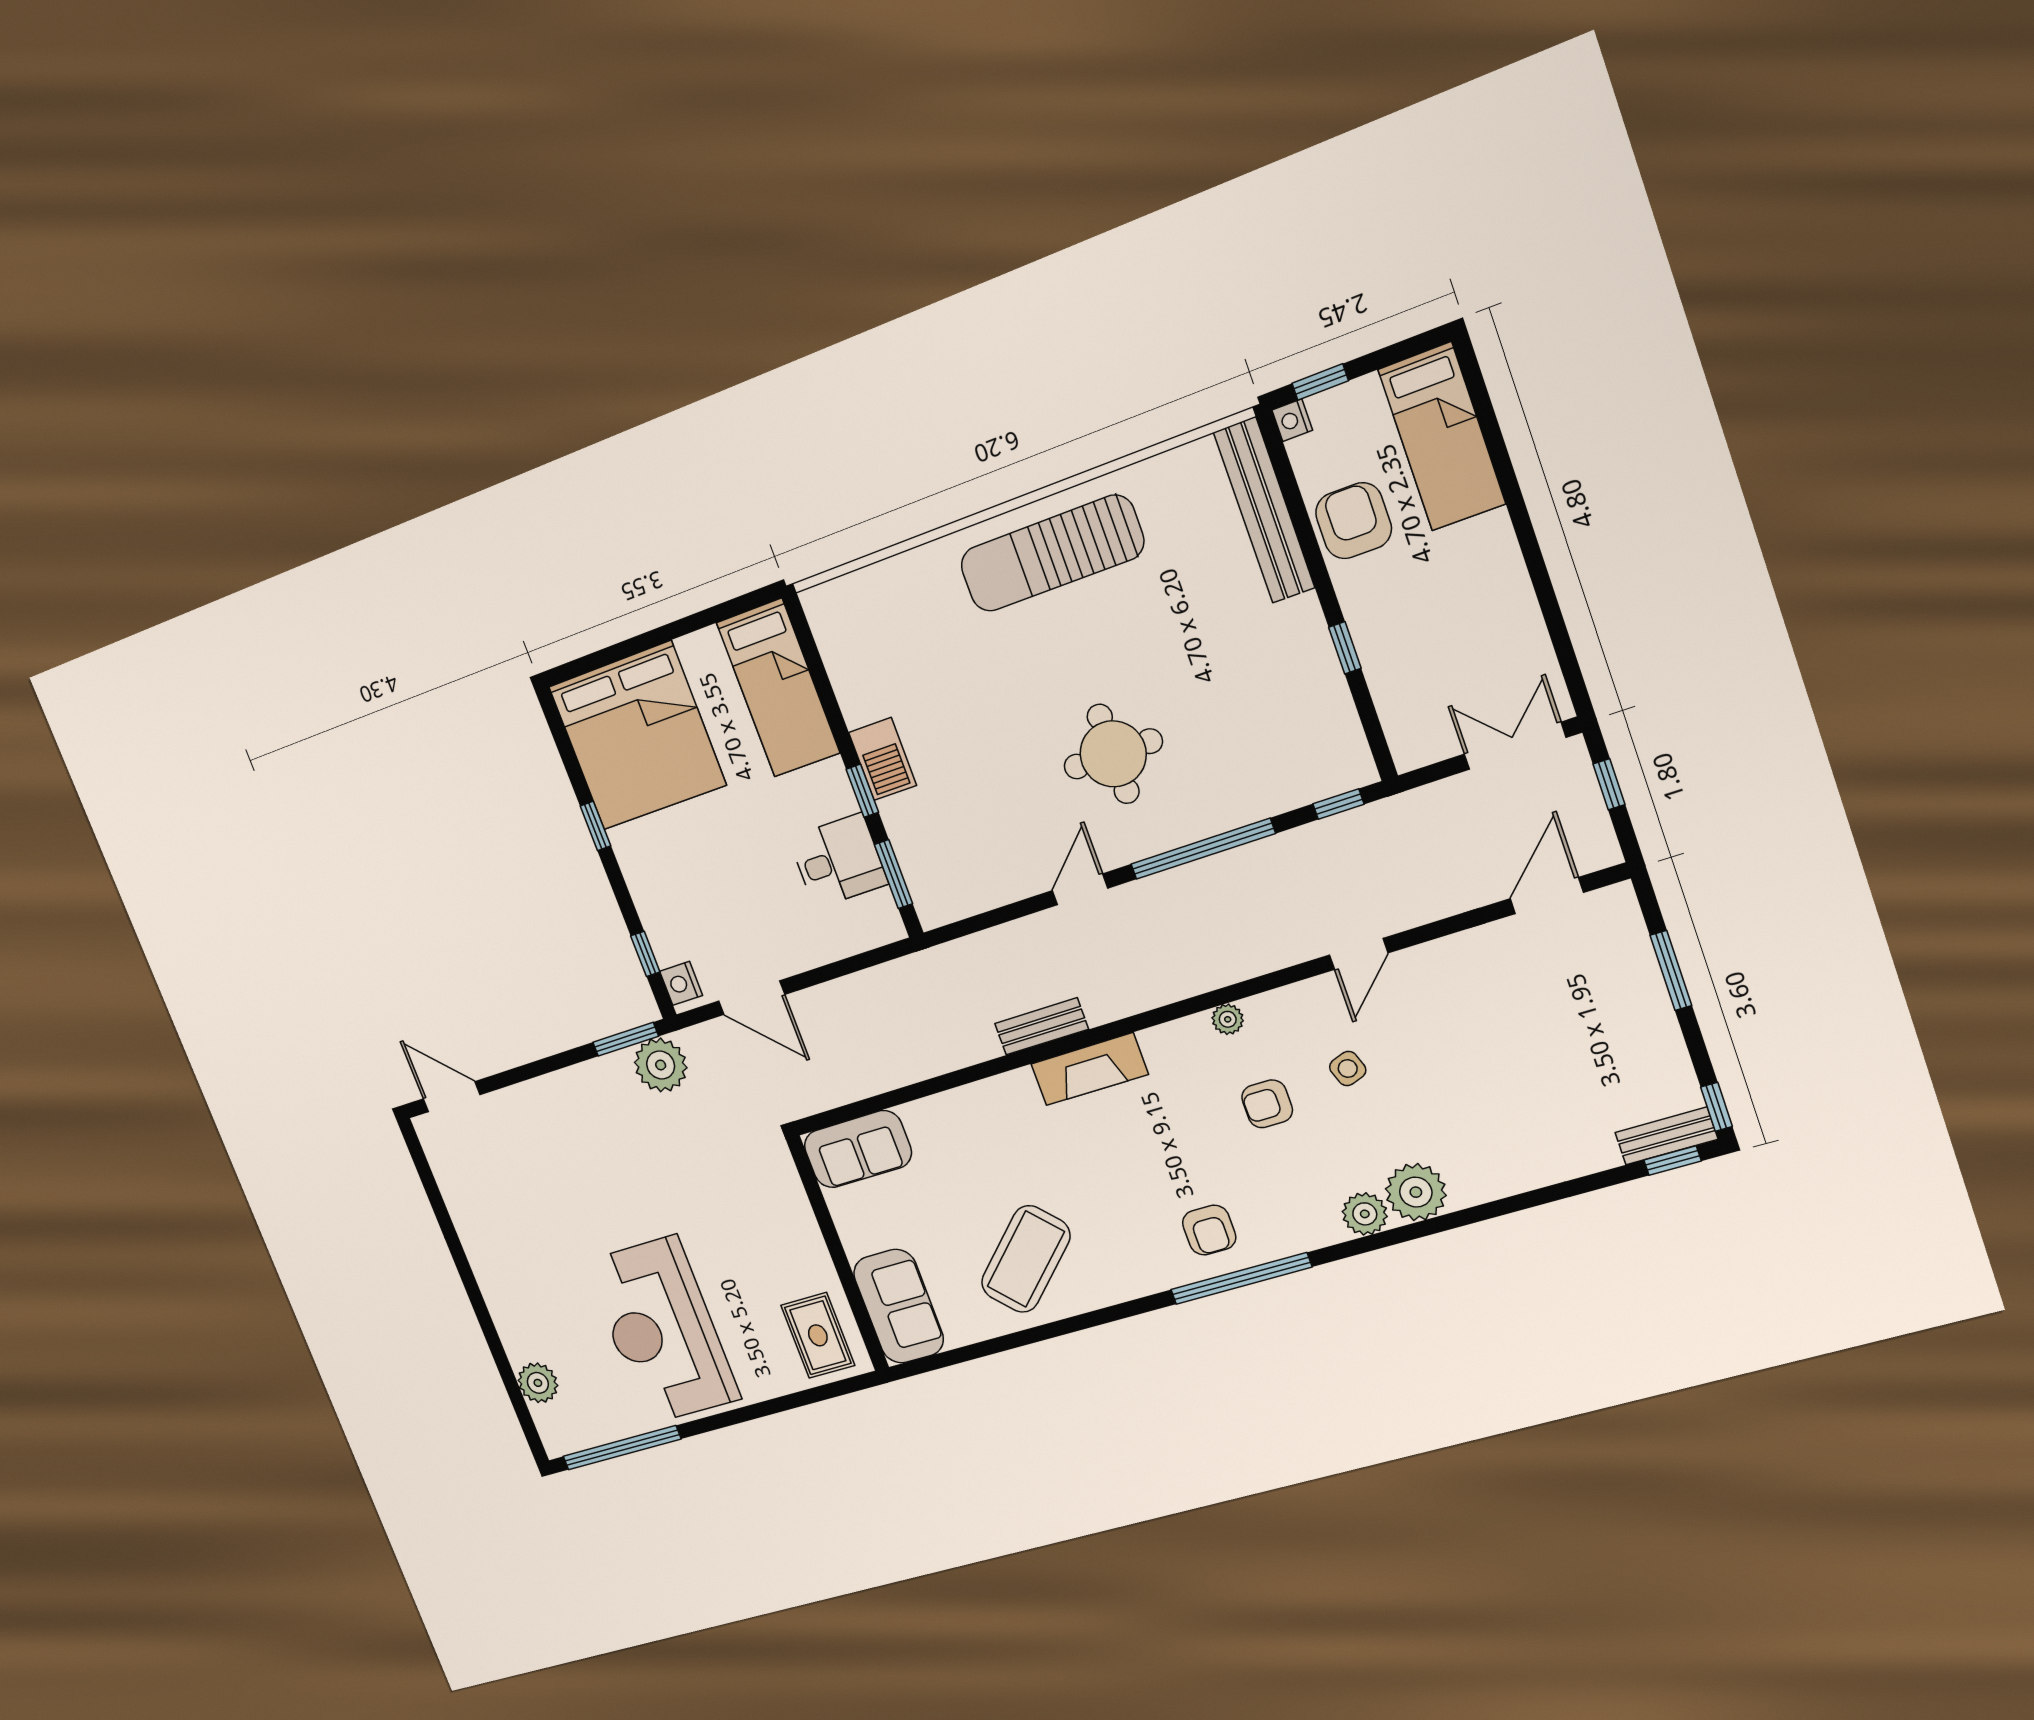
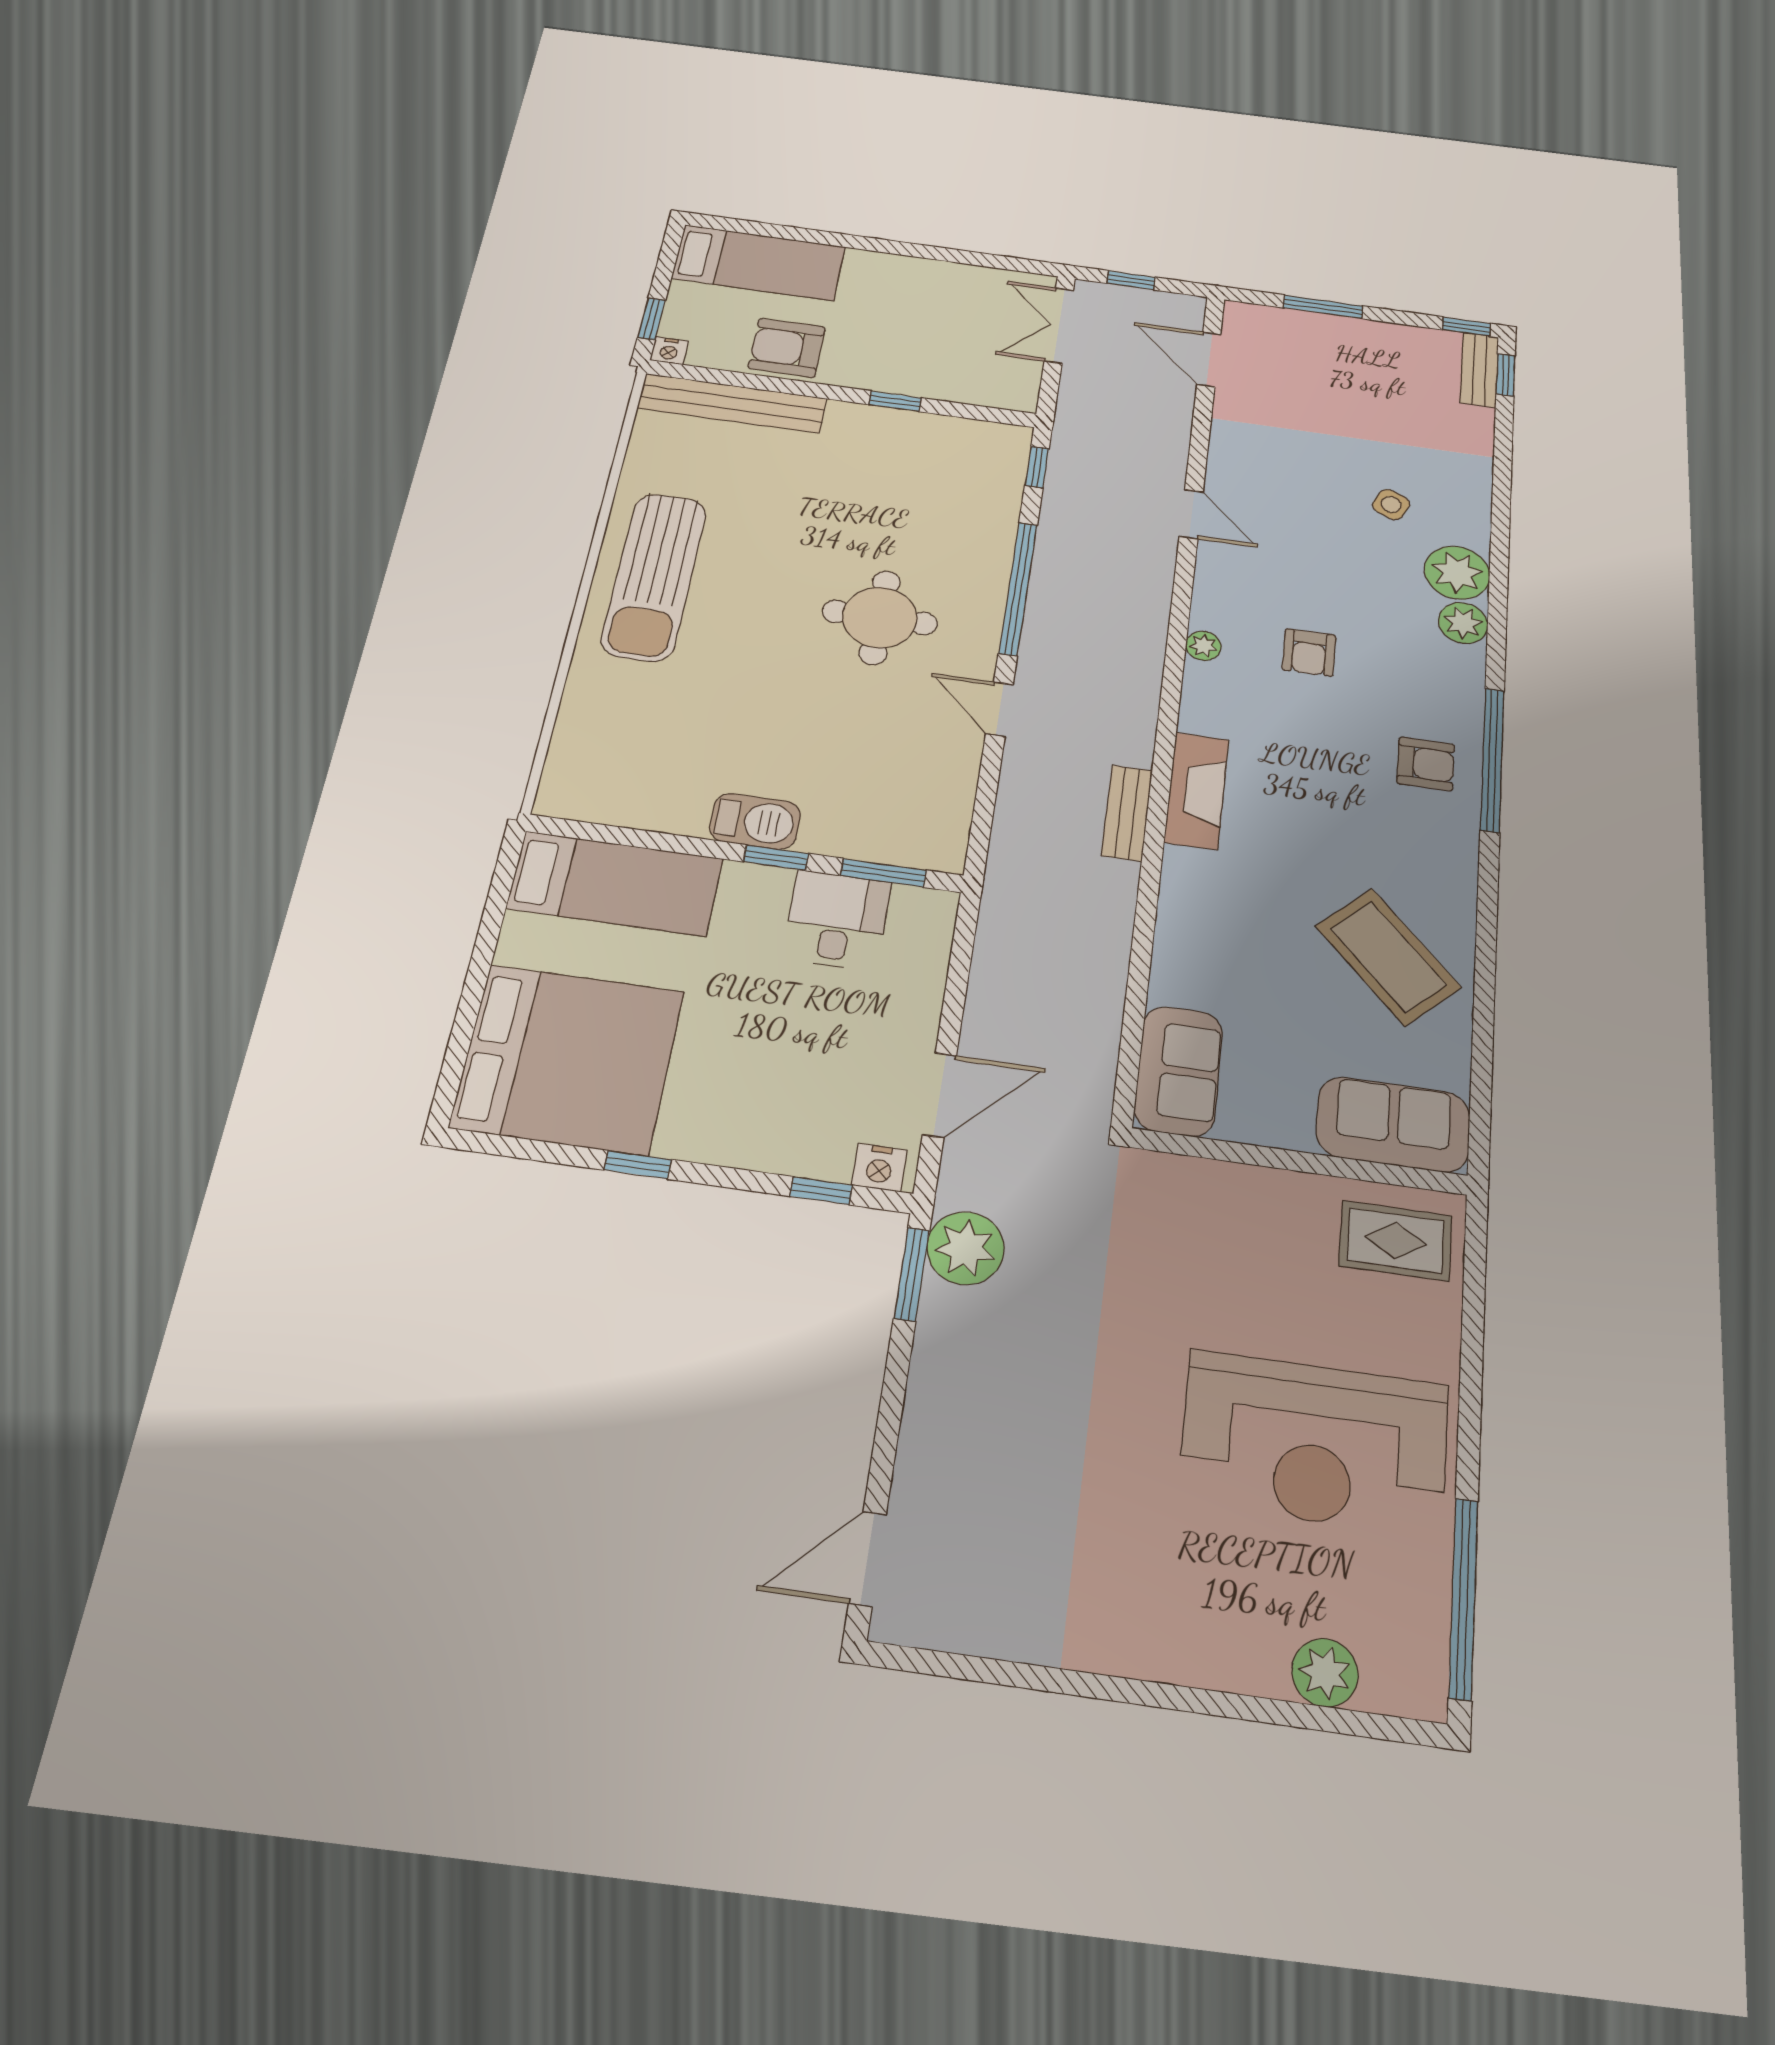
side table: (1348, 1069) -> (1391, 505), moved, turned 45

